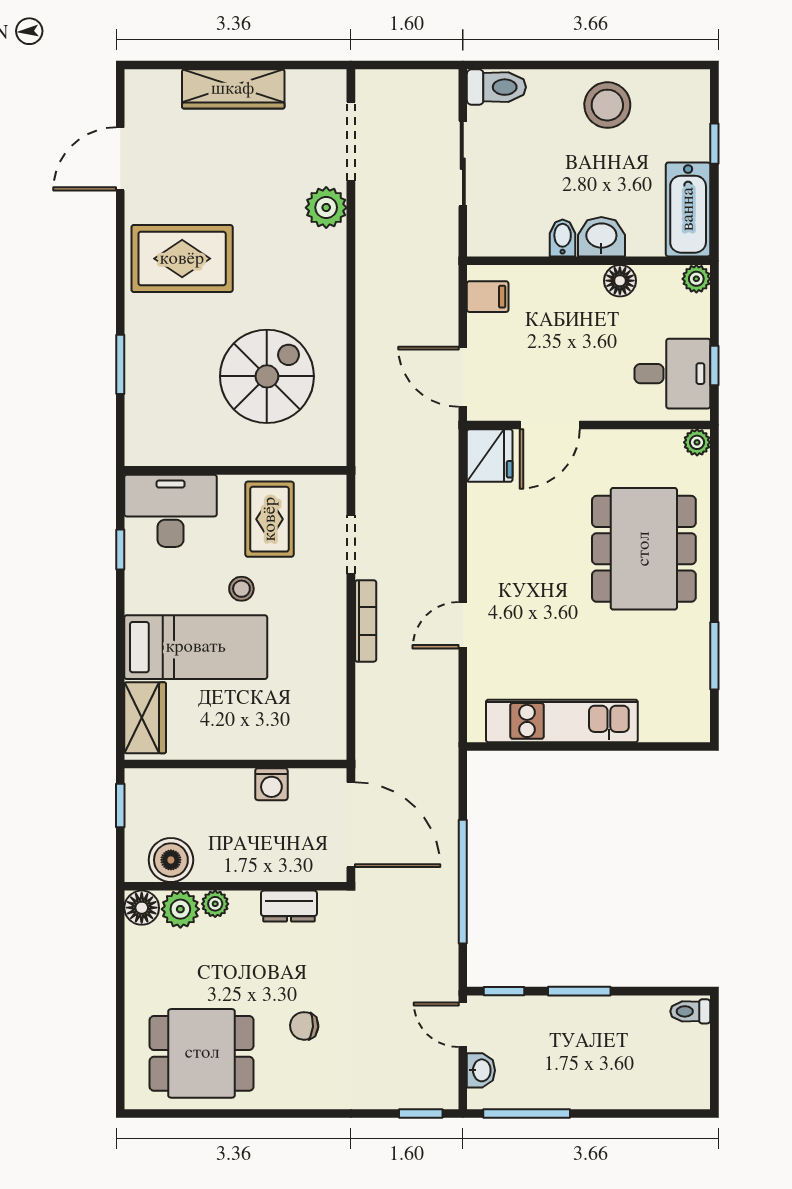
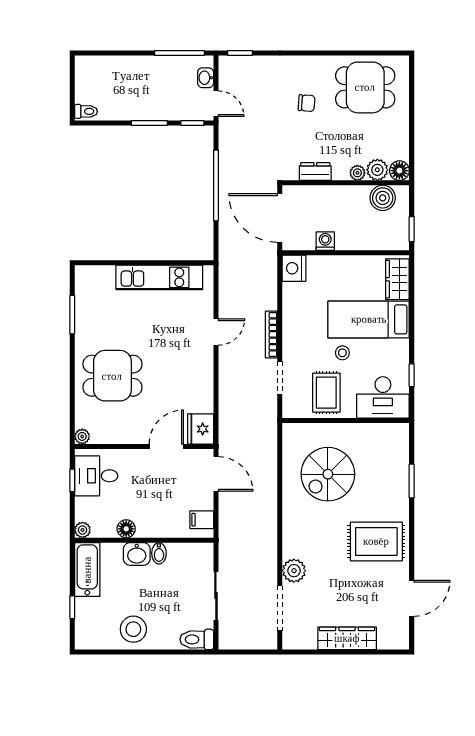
dining table: (644, 549) -> (112, 376), width x0.73
nightstand: (326, 737) -> (294, 268), added

